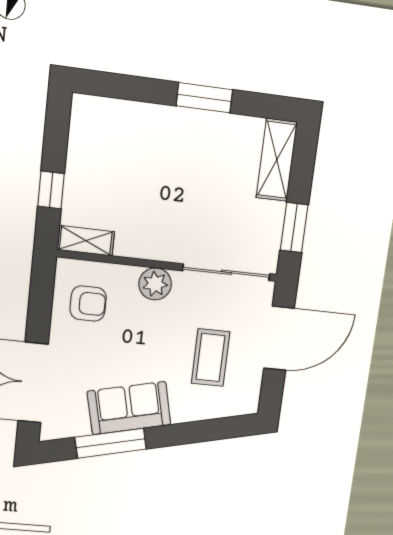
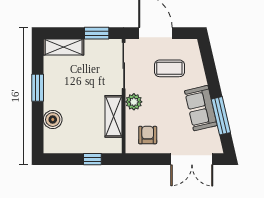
boiler: (138, 120) -> (53, 120), added
shelving: (86, 241) -> (114, 116), moved, width x1.50, depth x1.33

